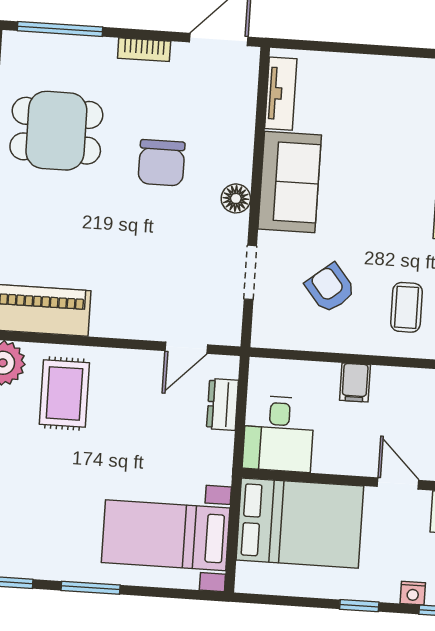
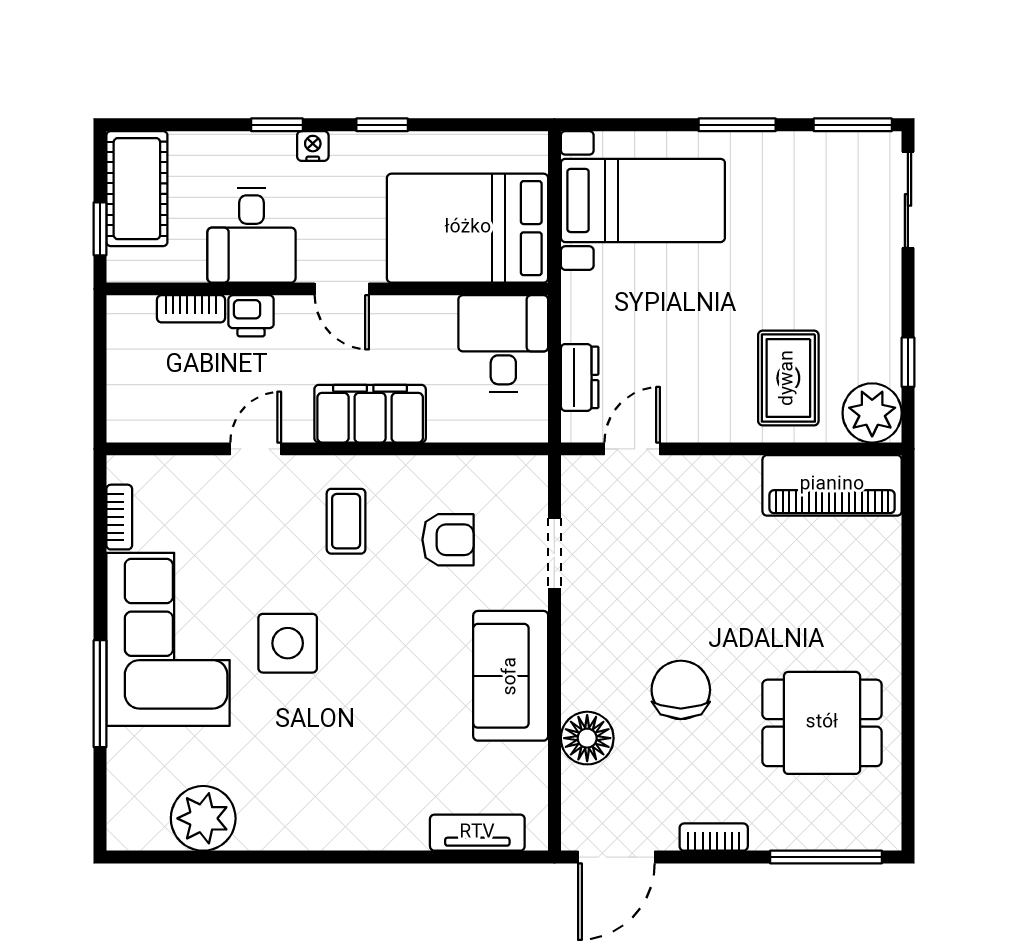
tv unit: (281, 94) -> (477, 833), moved, turned 90
floor lamp: (236, 198) -> (587, 738), moved, width x1.38, depth x1.38
armchair: (330, 288) -> (448, 540), turned -51
filing cabinet: (355, 383) -> (370, 414), width x3.00, depth x1.17

